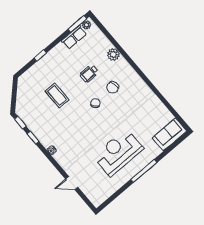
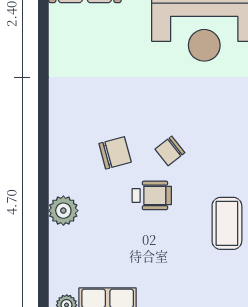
wheelchair: (89, 73) -> (152, 195), moved

